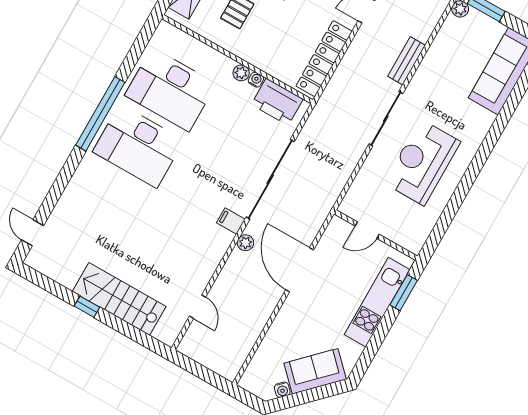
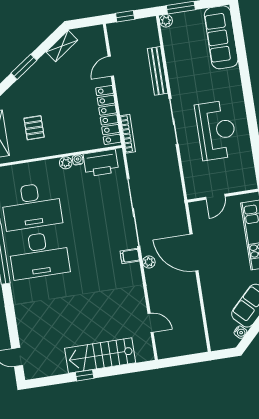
bench: (406, 61) -> (158, 71), width x1.36
bookcase: (329, 94) -> (128, 134), added
reception desk: (422, 162) -> (216, 130), turned 180

